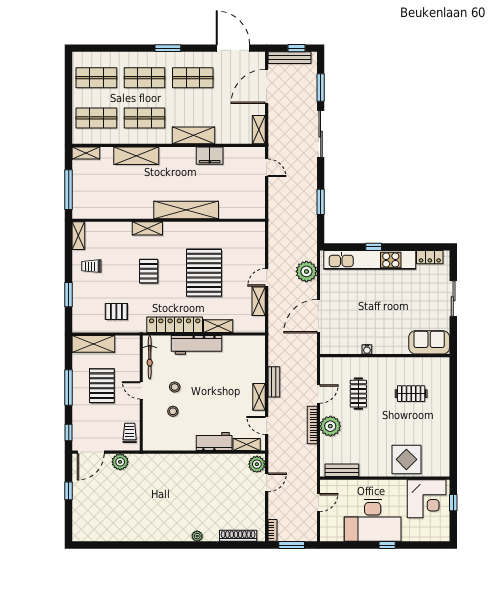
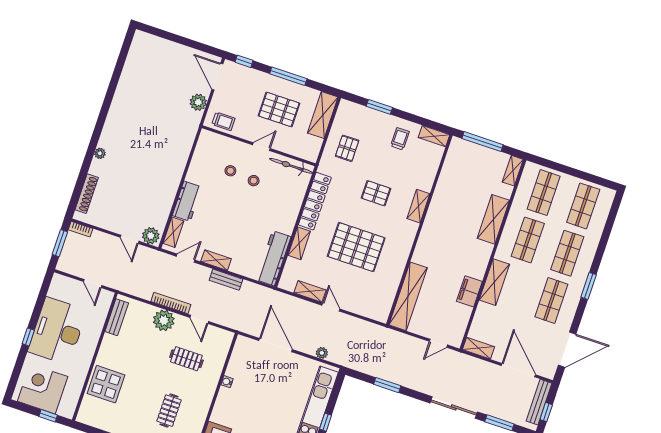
shelving: (186, 210) -> (408, 296), moved
plant: (306, 271) -> (322, 353), width x0.53, depth x0.53
workbench: (196, 345) -> (273, 258), moved
window: (69, 491) -> (187, 42), removed
corner desk: (427, 499) -> (43, 389), moved, turned 90

